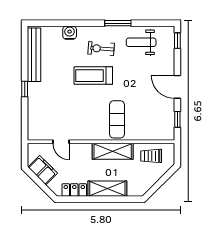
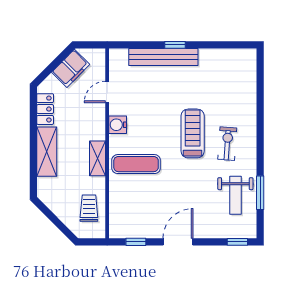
window: (118, 23) -> (260, 193), moved
water cooler: (70, 33) -> (118, 125), moved, turned 180
weight bench: (141, 42) -> (235, 195), turned 180
bench: (34, 55) -> (163, 57), moved
shelving: (113, 151) -> (98, 158), width x0.67, depth x0.75

